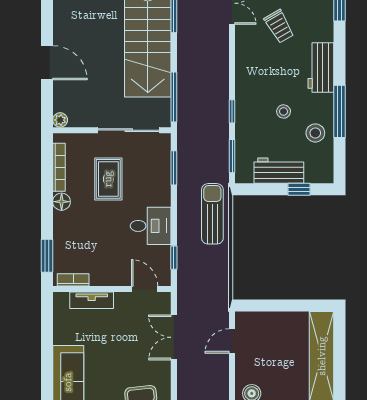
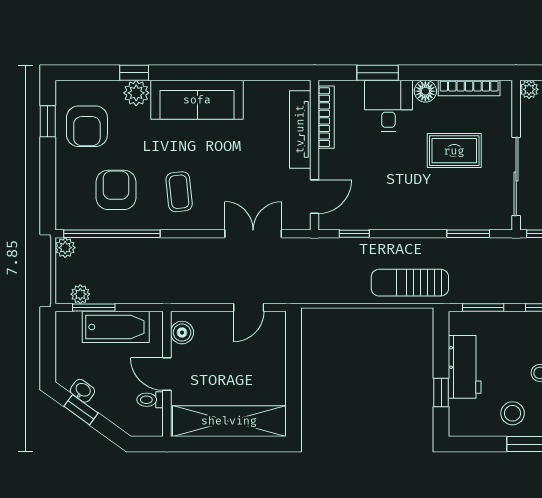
sun lounger: (212, 214) -> (410, 283), turned 180
desk: (151, 226) -> (388, 106), moved, turned 180
window: (47, 256) -> (378, 73), moved
bookcase: (73, 280) -> (326, 117), width x1.56
tv unit: (92, 300) -> (300, 129), width x1.41
door: (232, 341) -> (249, 308), swing flipped

